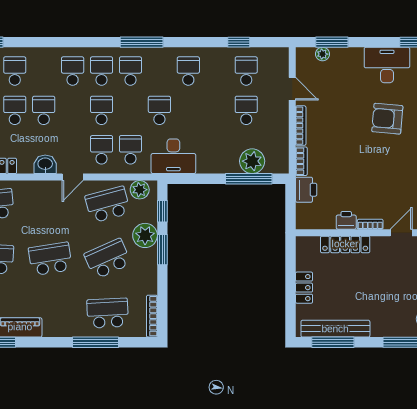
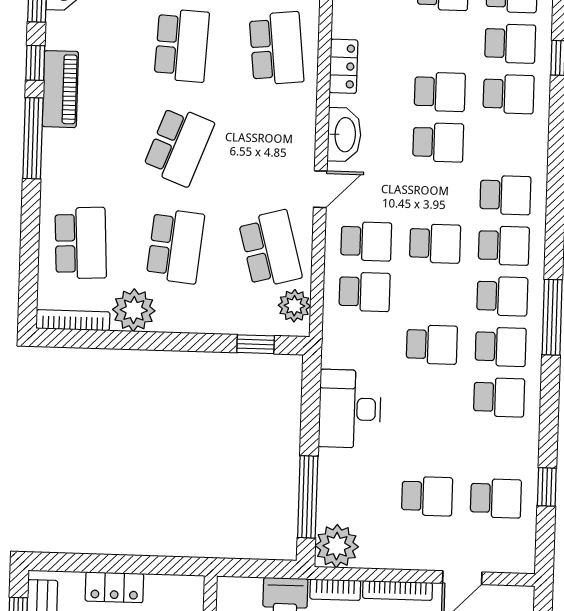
school desk: (159, 71) -> (501, 347), added
desk: (173, 156) -> (350, 409), moved
plant: (252, 161) -> (337, 546), moved
washbasin: (45, 164) -> (344, 135), width x1.38
door: (73, 177) -> (320, 189), swing flipped
plant: (145, 235) -> (134, 310), moved
window: (162, 250) -> (189, 342), removed
school desk: (50, 259) -> (179, 146), turned 30
school desk: (108, 259) -> (175, 246), turned 30
window: (96, 342) -> (33, 138), moved

